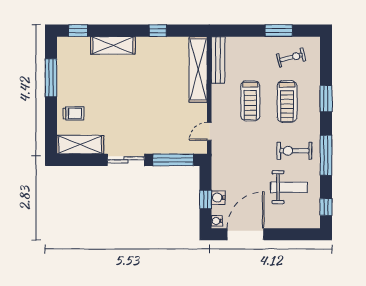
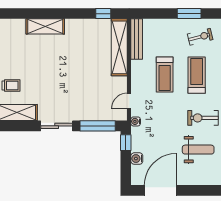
window: (78, 31) -> (15, 14), removed
window: (158, 31) -> (103, 14), moved
treadmill: (287, 101) -> (197, 75), turned 180
window: (206, 199) -> (126, 143), moved
water cooler: (217, 221) -> (136, 121), moved

